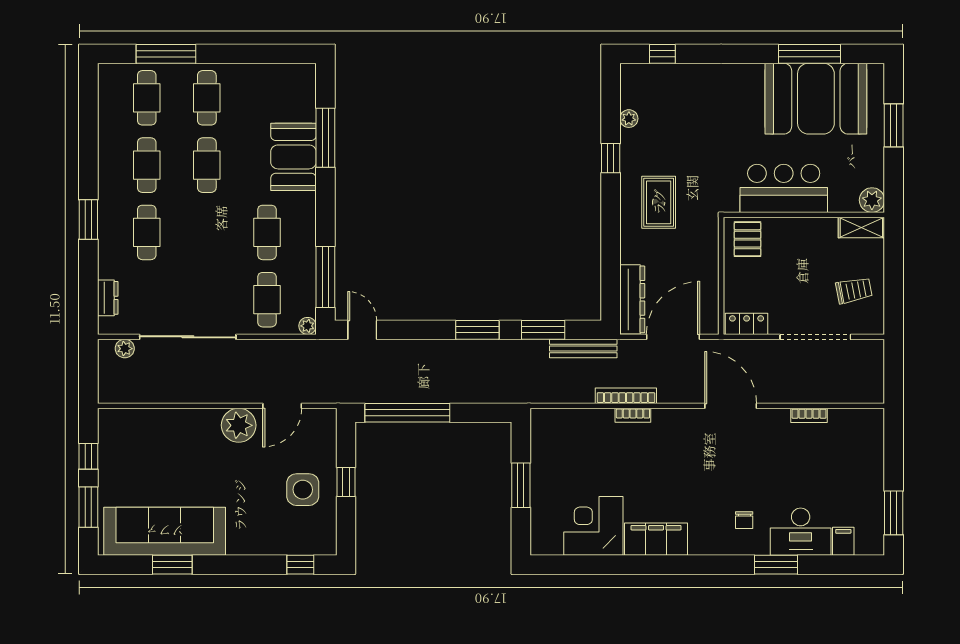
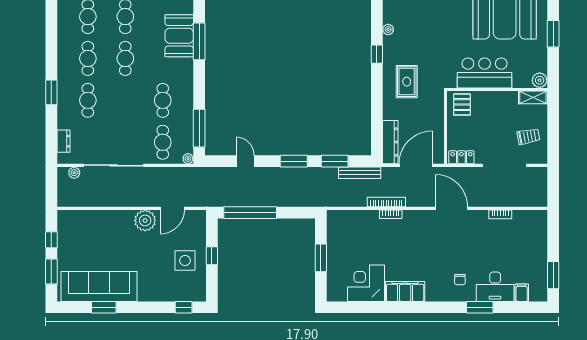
booth: (293, 157) -> (179, 36), moved
door: (362, 330) -> (245, 161), moved

